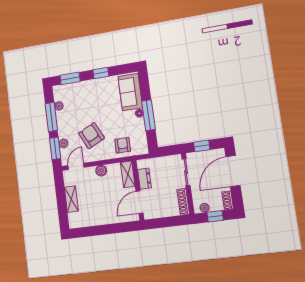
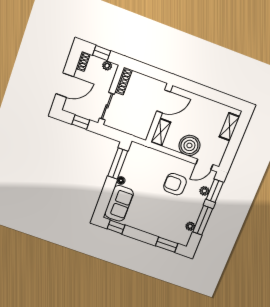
window: (101, 73) -> (116, 227), moved
window: (148, 115) -> (118, 164), moved
armchair: (91, 136) -> (175, 184), turned 116
armchair: (123, 145) -> (151, 161), removed
boiler: (101, 171) -> (189, 145), width x1.86, depth x1.86
door: (233, 171) -> (65, 85), width x0.73
dresser: (144, 179) -> (148, 120), removed
shelving: (71, 199) -> (229, 127), moved

